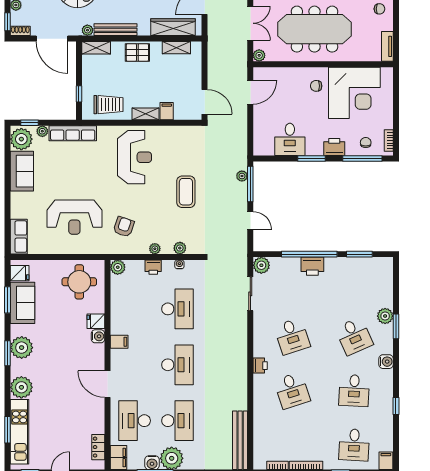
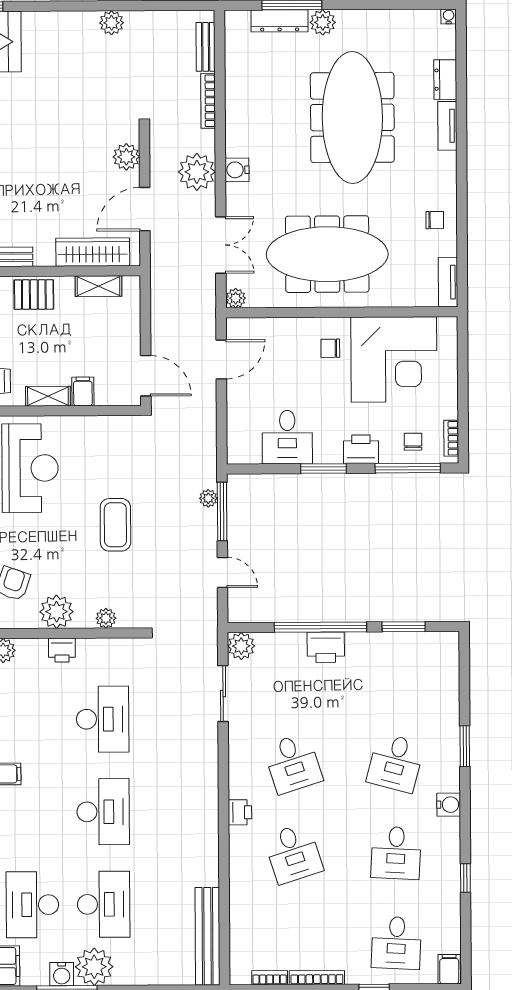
plant: (155, 249) -> (57, 612), width x1.88, depth x1.88
water cooler: (179, 264) -> (105, 645), removed
plant: (385, 316) -> (447, 729), removed
desk: (354, 336) -> (395, 763), turned 39

